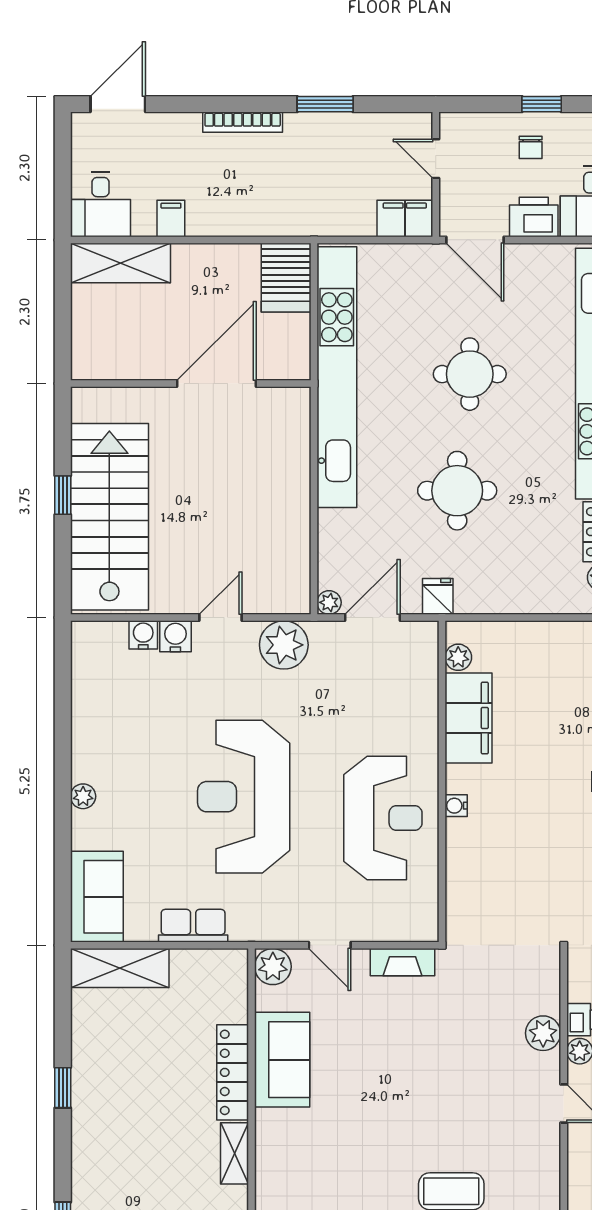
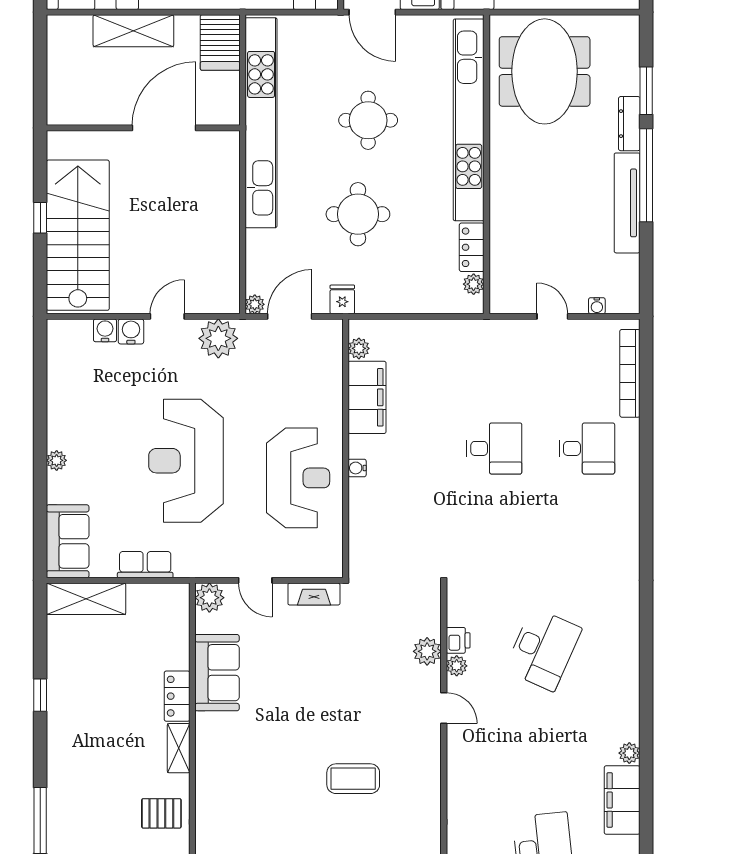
shelving: (120, 263) -> (133, 31), moved
locker: (233, 1072) -> (177, 696), width x0.66

